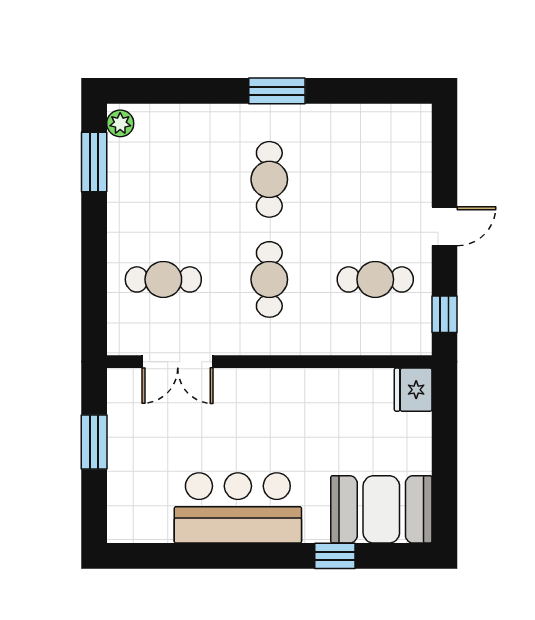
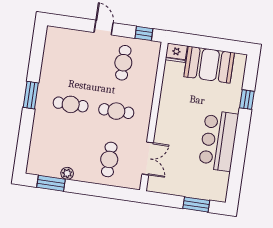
plant: (120, 123) -> (67, 173), moved
window: (94, 442) -> (196, 204), moved
booth: (381, 509) -> (209, 65), moved, turned 90

